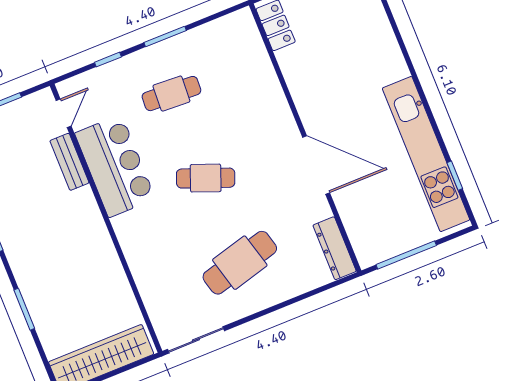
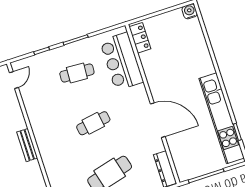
bench: (69, 162) -> (27, 145), moved
bar counter: (115, 166) -> (122, 61), moved, turned 180
cafe table: (206, 178) -> (93, 123), turned -30

